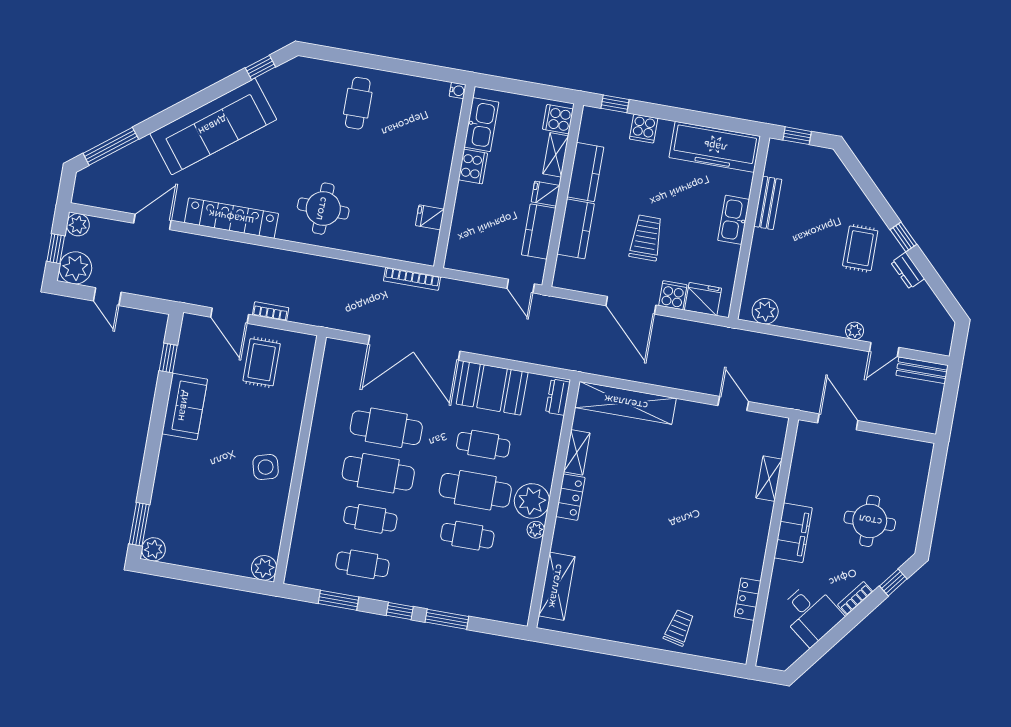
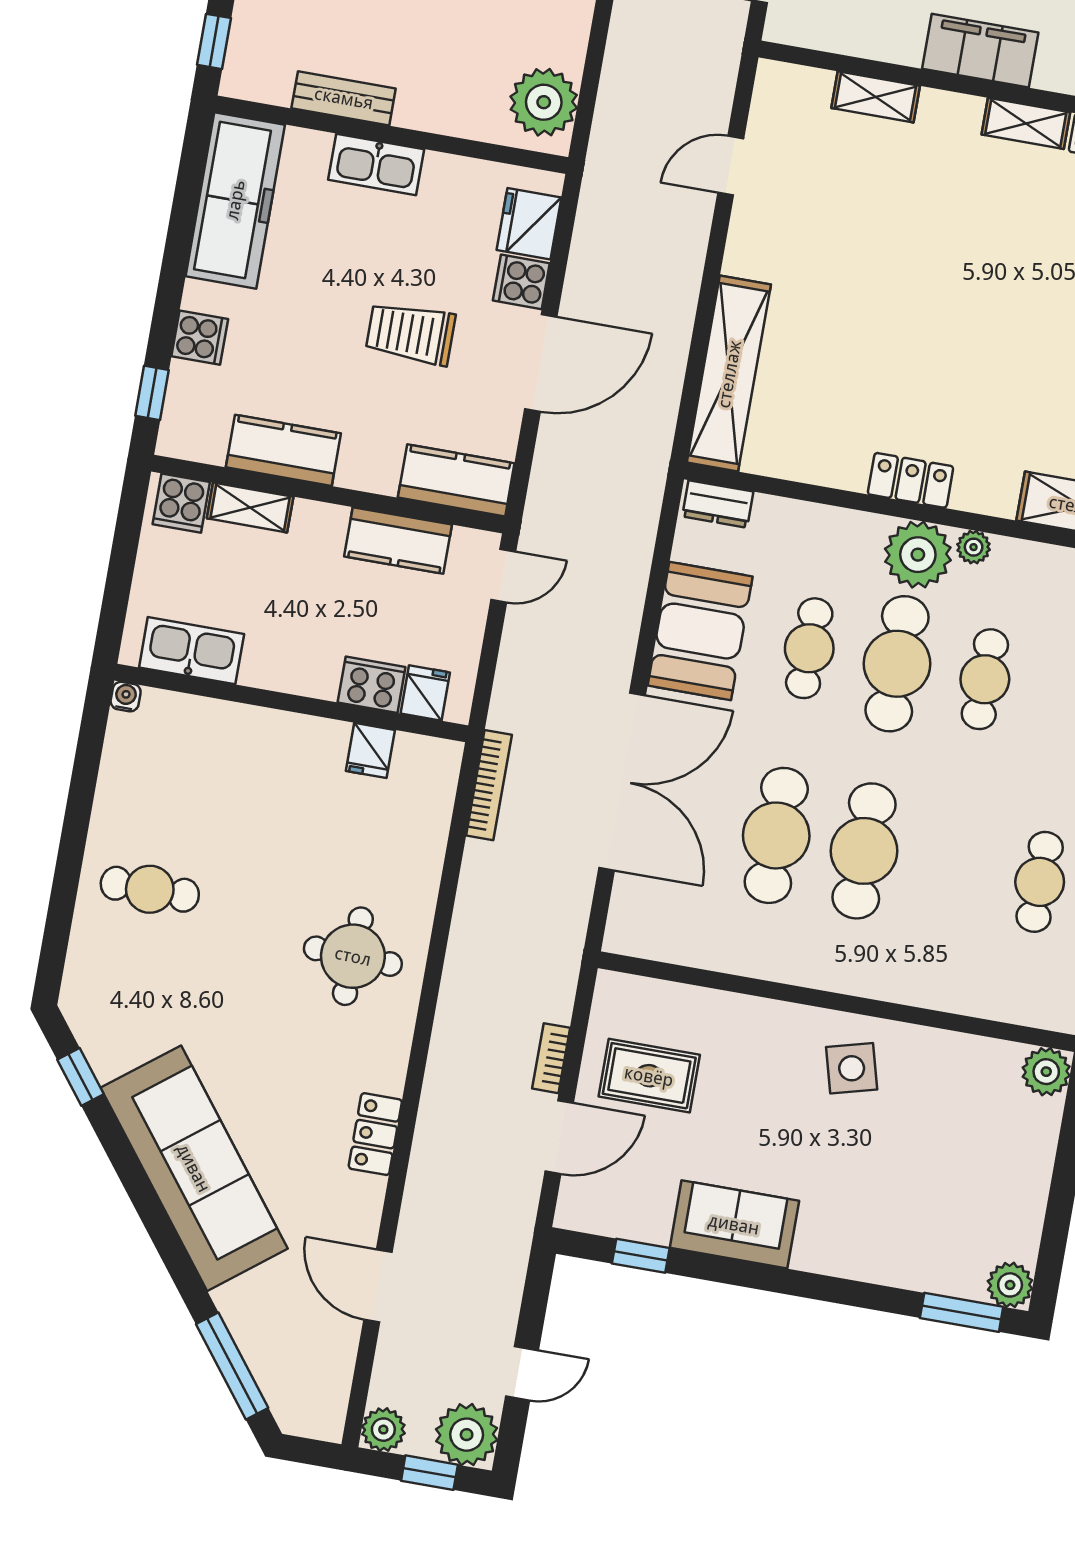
cooker: (473, 167) -> (372, 685), moved
fridge: (546, 194) -> (425, 693), moved, turned 180
locker: (231, 218) -> (375, 1134), width x0.46, depth x0.83
kitchen counter: (576, 229) -> (456, 480), moved
plant: (765, 311) -> (544, 102), width x1.36, depth x1.36
shelving: (577, 452) -> (1026, 123), moved
cafe table: (370, 519) -> (952, 866), removed

